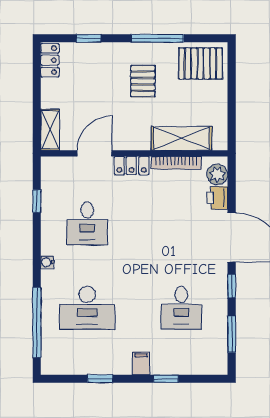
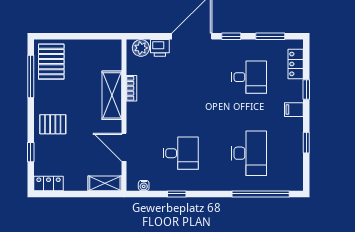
window: (157, 38) -> (31, 76), moved
pallet: (143, 81) -> (53, 124), moved
shelving: (182, 138) -> (112, 95), moved
bookcase: (176, 163) -> (131, 88), width x0.64
locker: (132, 166) -> (296, 64), moved, turned 180
window: (37, 201) -> (177, 194), moved
water cooler: (47, 262) -> (144, 186), moved

